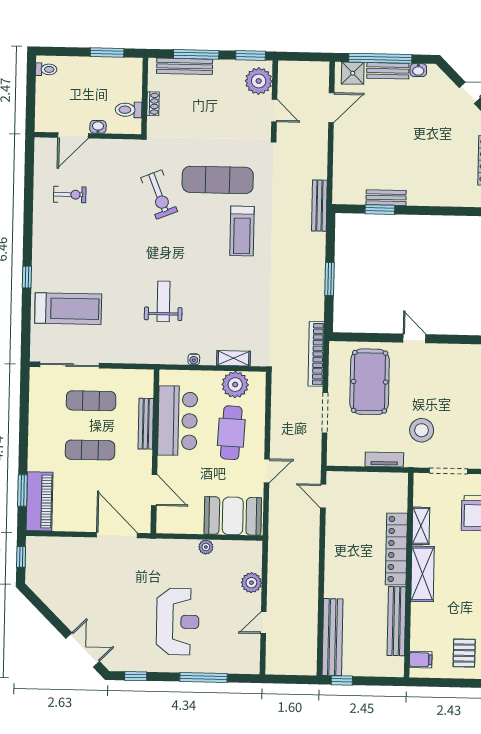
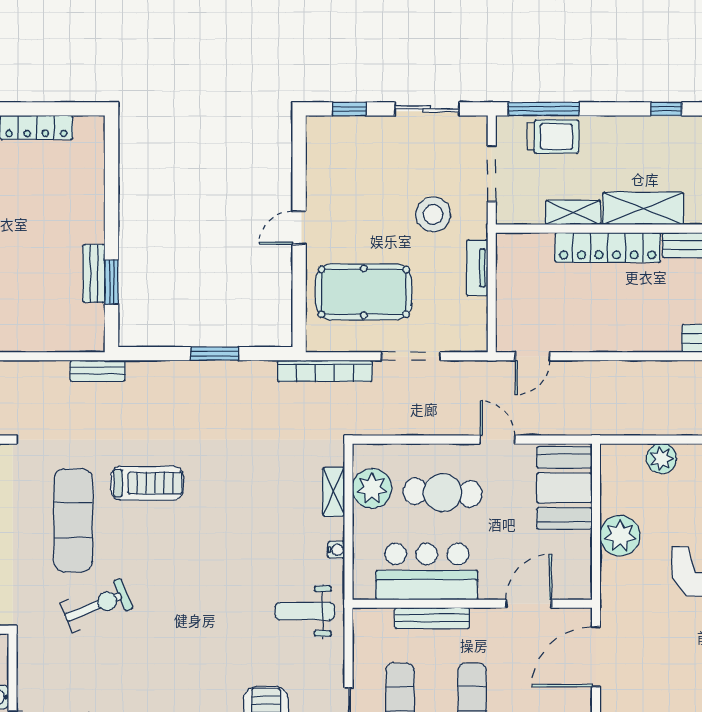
bench: (319, 206) -> (98, 371), width x0.73
weight bench: (163, 301) -> (305, 611), moved
plant: (206, 547) -> (620, 536), width x1.87, depth x1.87

